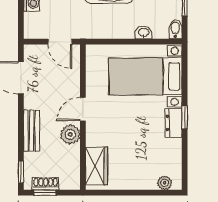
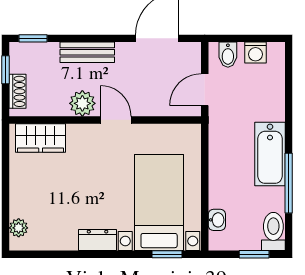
bidet: (175, 29) -> (228, 55), moved, turned 90
washbasin: (144, 32) -> (217, 220), moved
window: (185, 117) -> (167, 254), moved
shoe rack: (46, 184) -> (18, 91), moved

